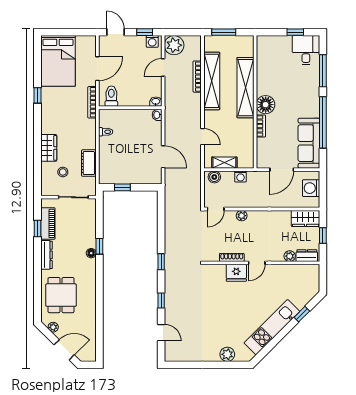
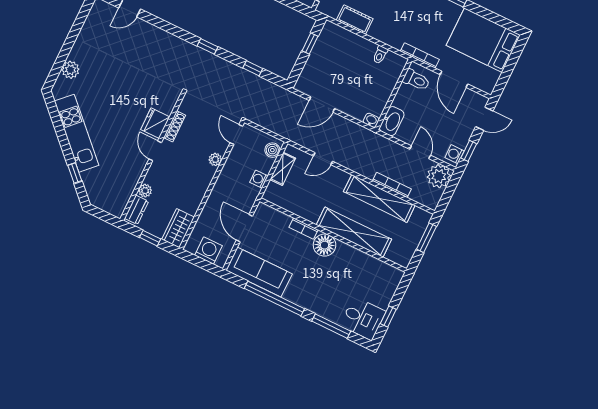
washbasin: (156, 102) -> (392, 121), width x1.91, depth x1.45
window: (161, 301) -> (253, 68), moved

